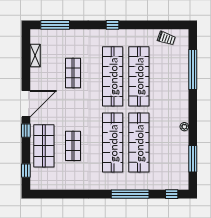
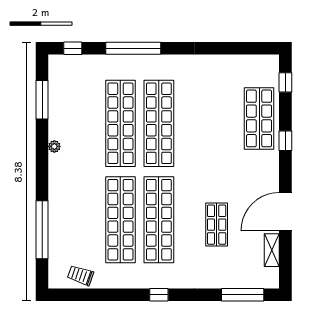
door: (26, 104) -> (285, 212), moved
shop shelf: (73, 146) -> (217, 118), removed

